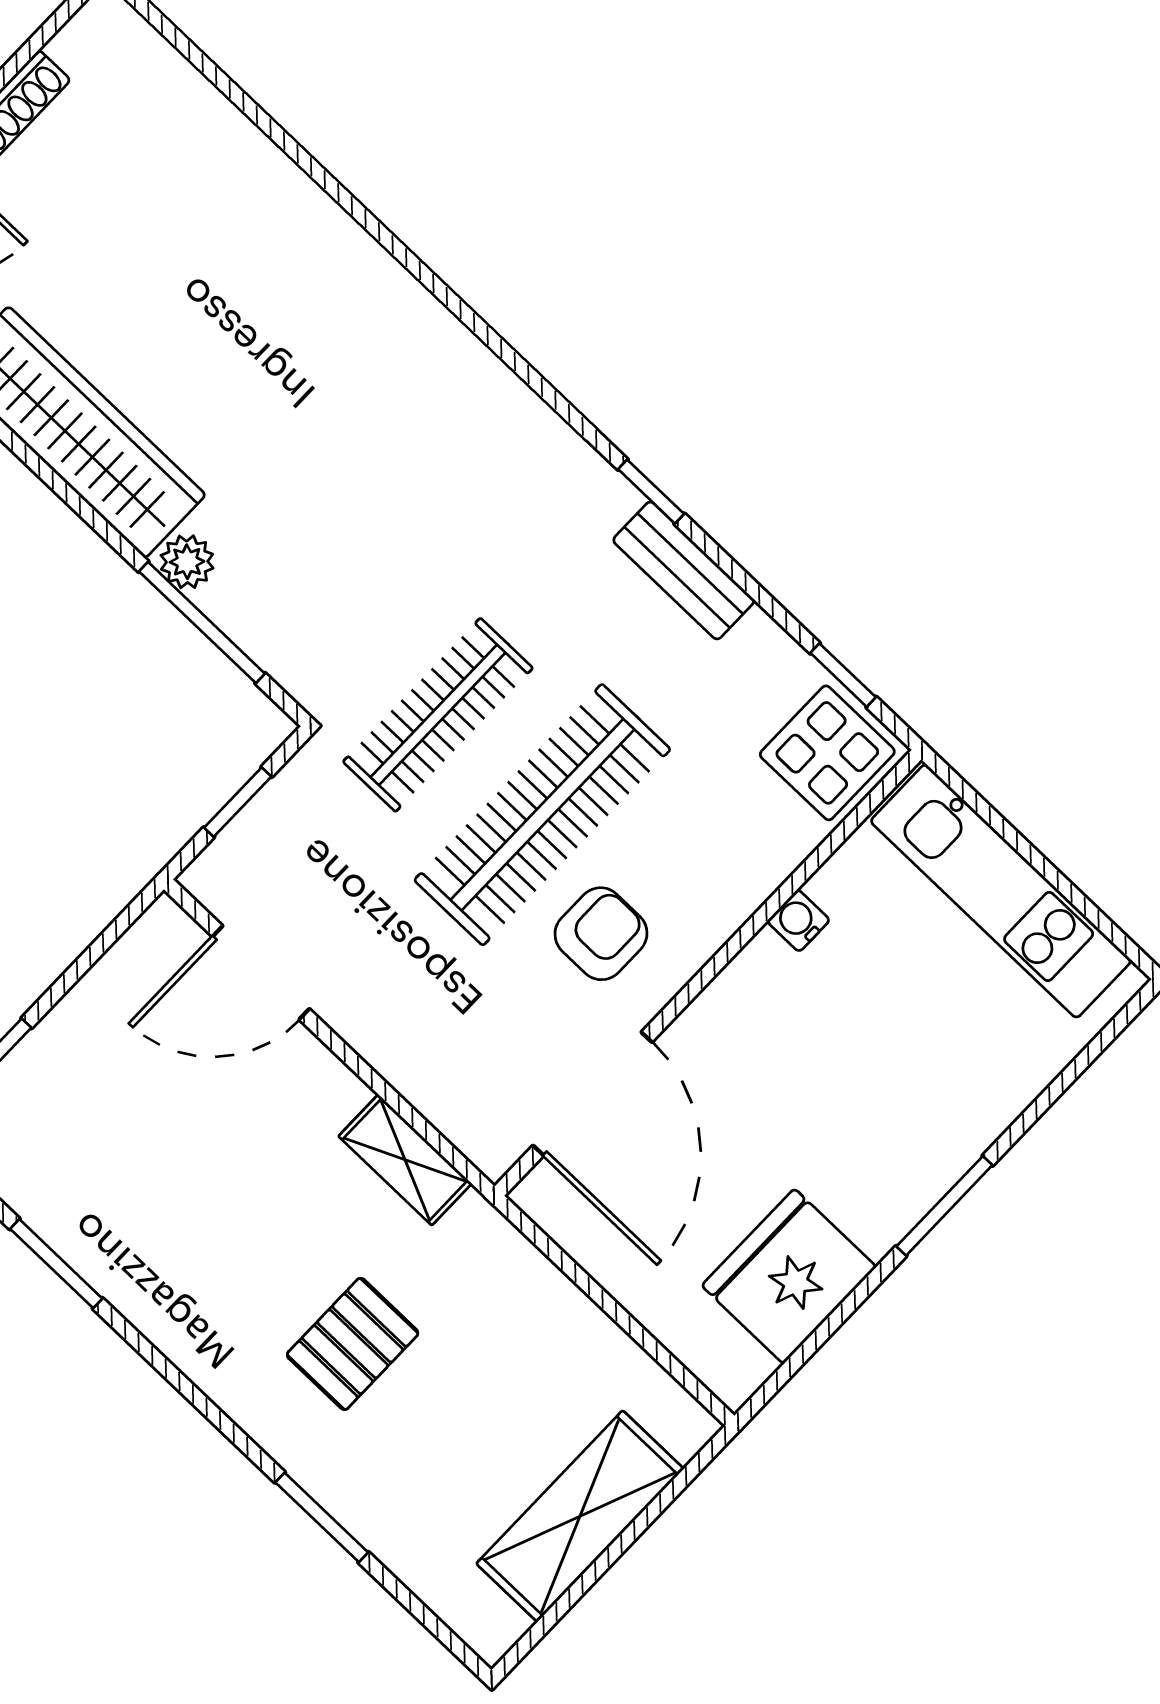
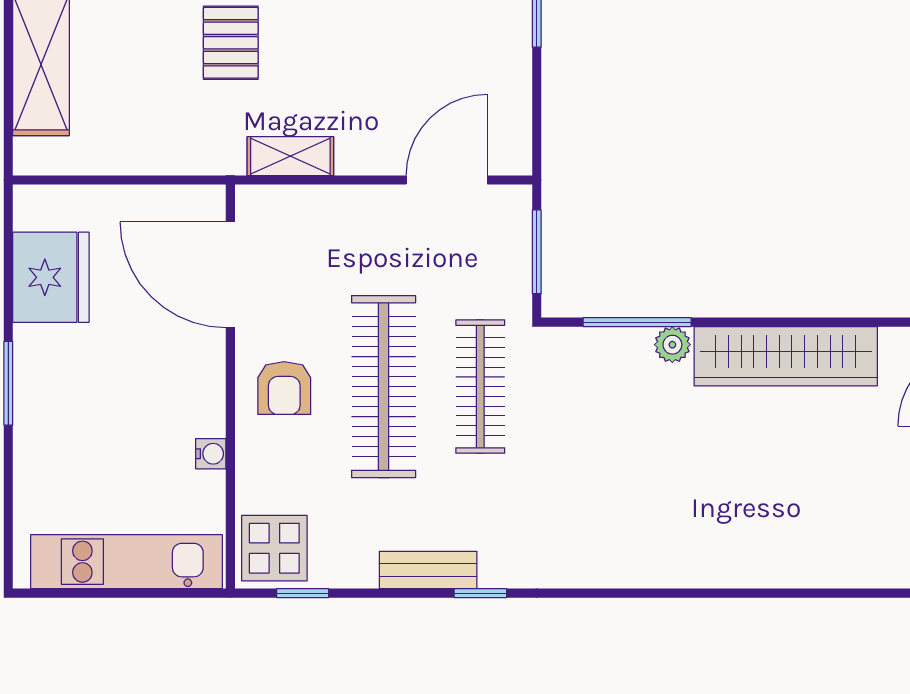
window: (238, 802) -> (537, 252), width x1.50
armchair: (601, 934) -> (284, 388), moved

